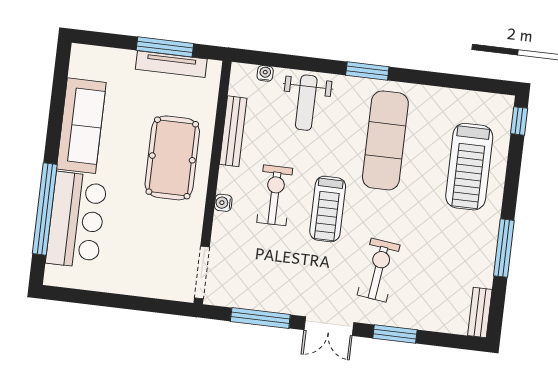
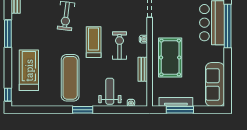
sofa: (81, 126) -> (215, 84), moved
bench: (233, 131) -> (143, 69), width x0.73
exercise bike: (275, 195) -> (119, 46), turned 180

